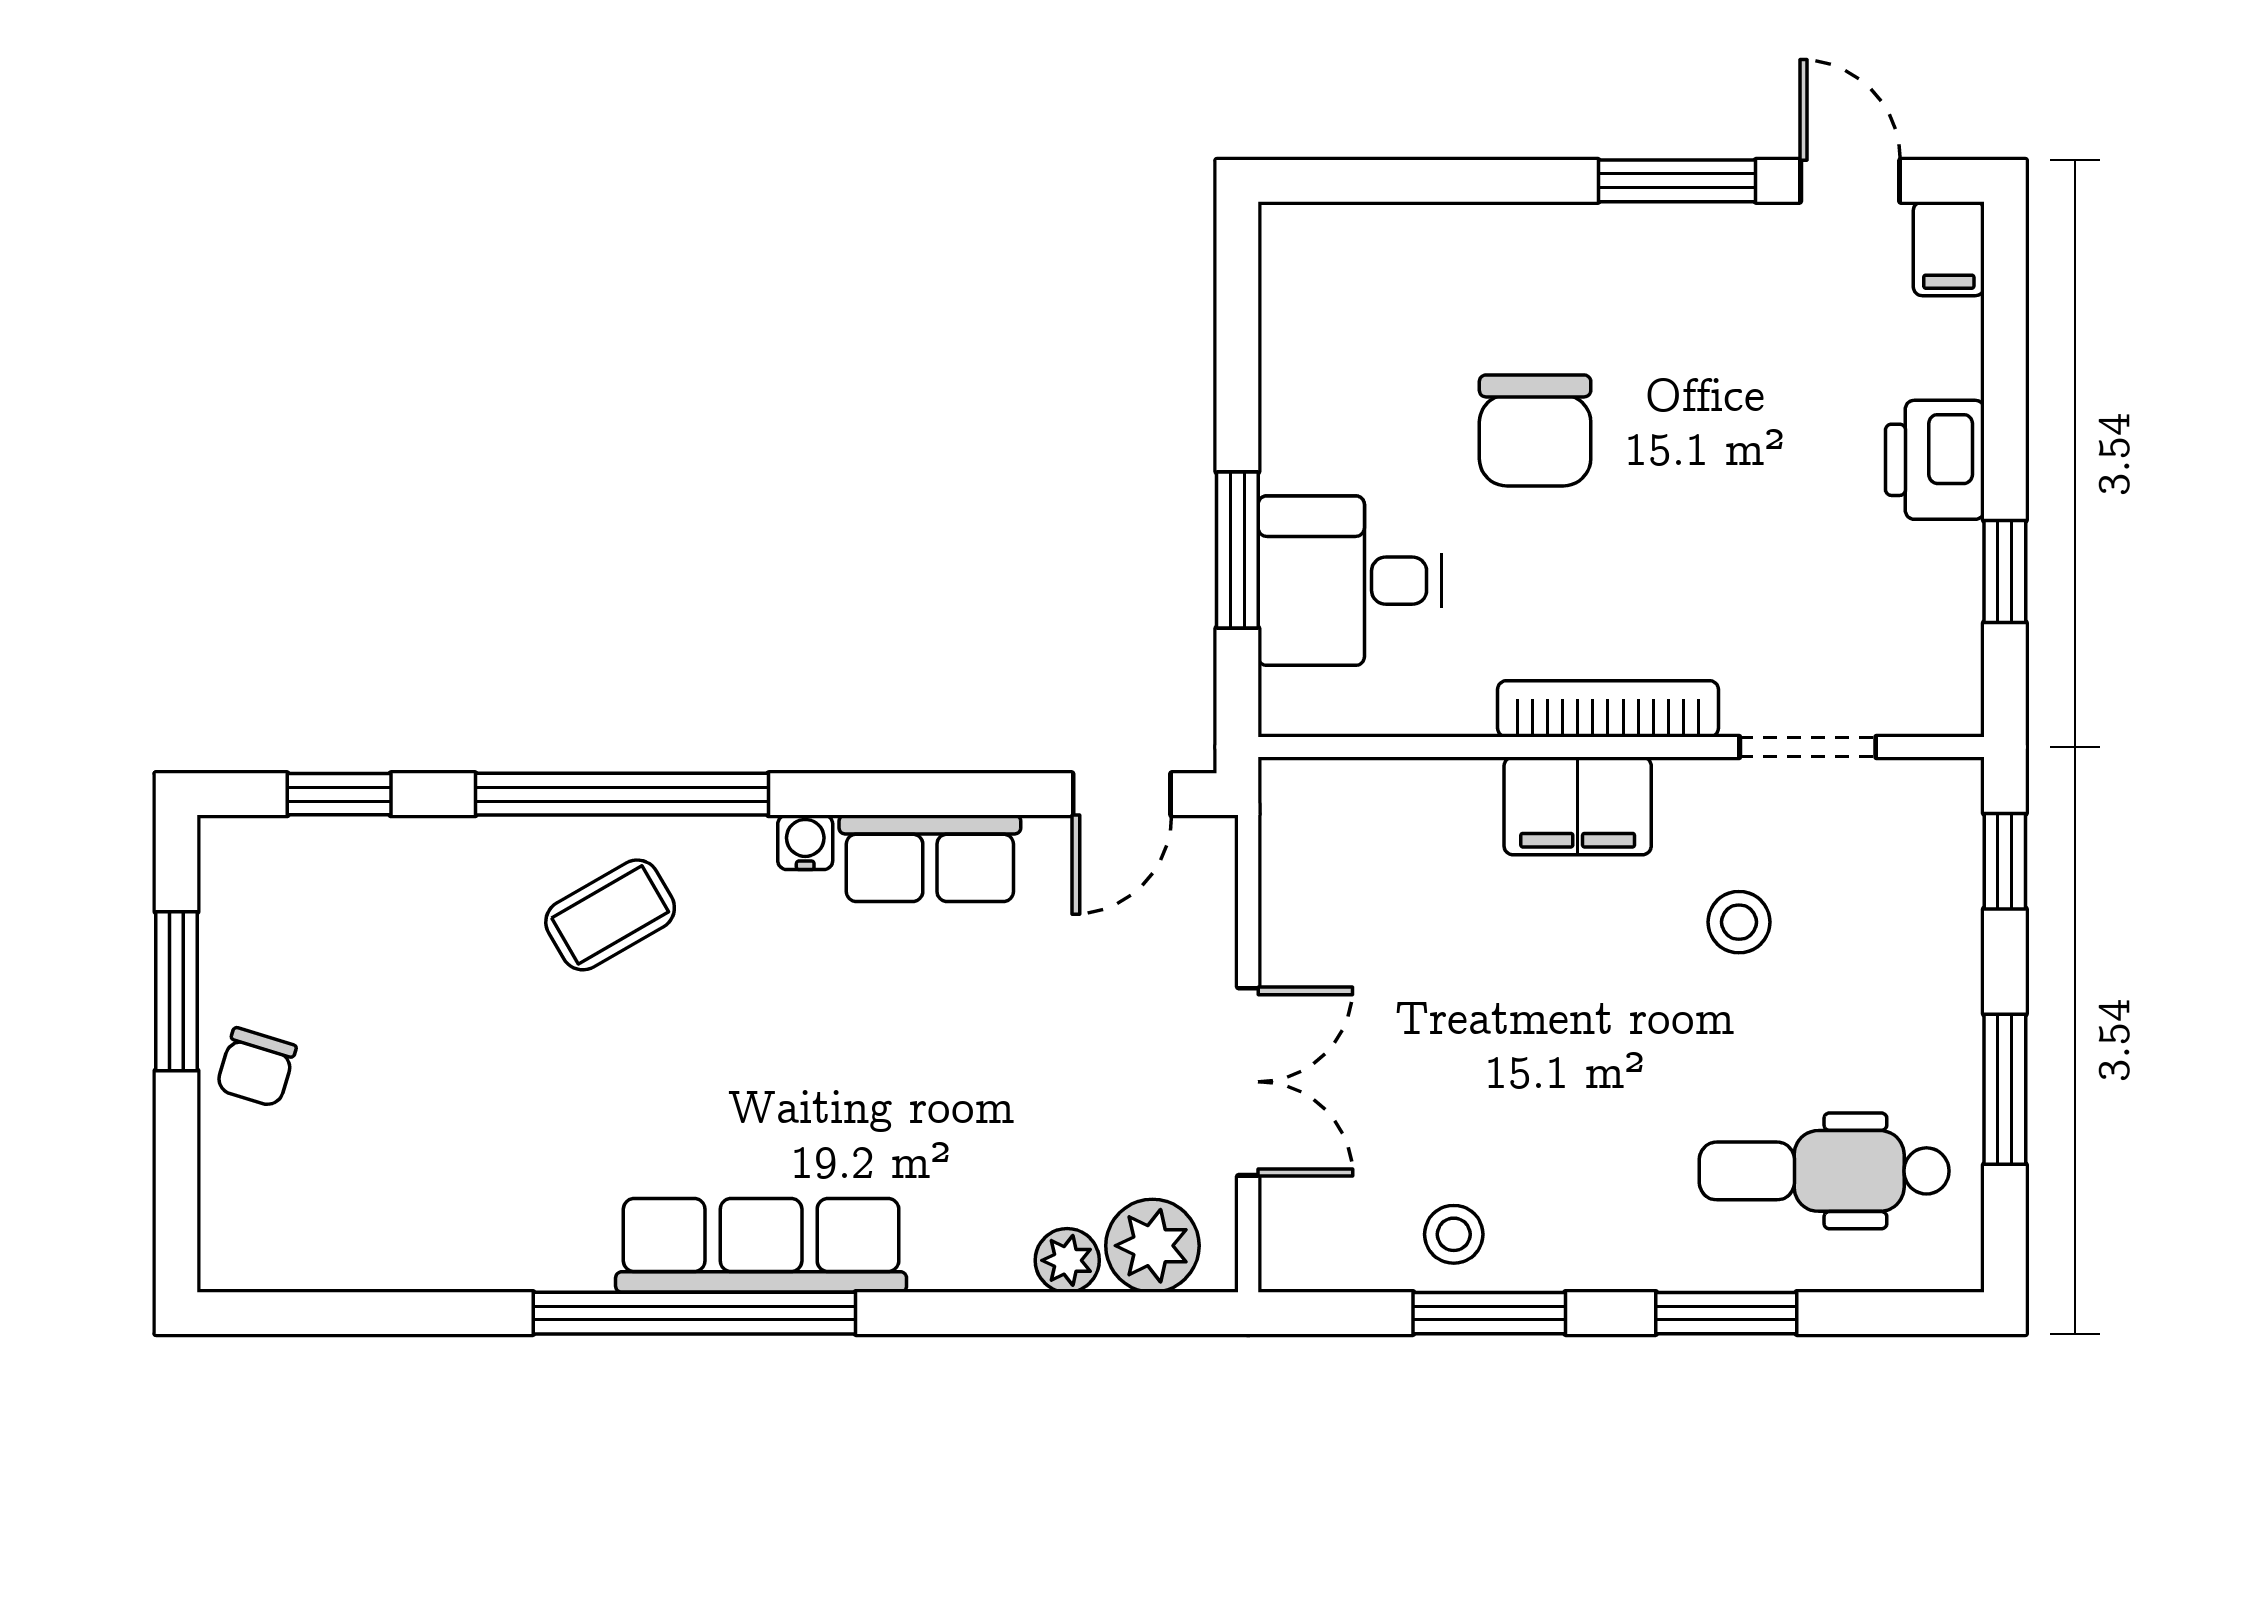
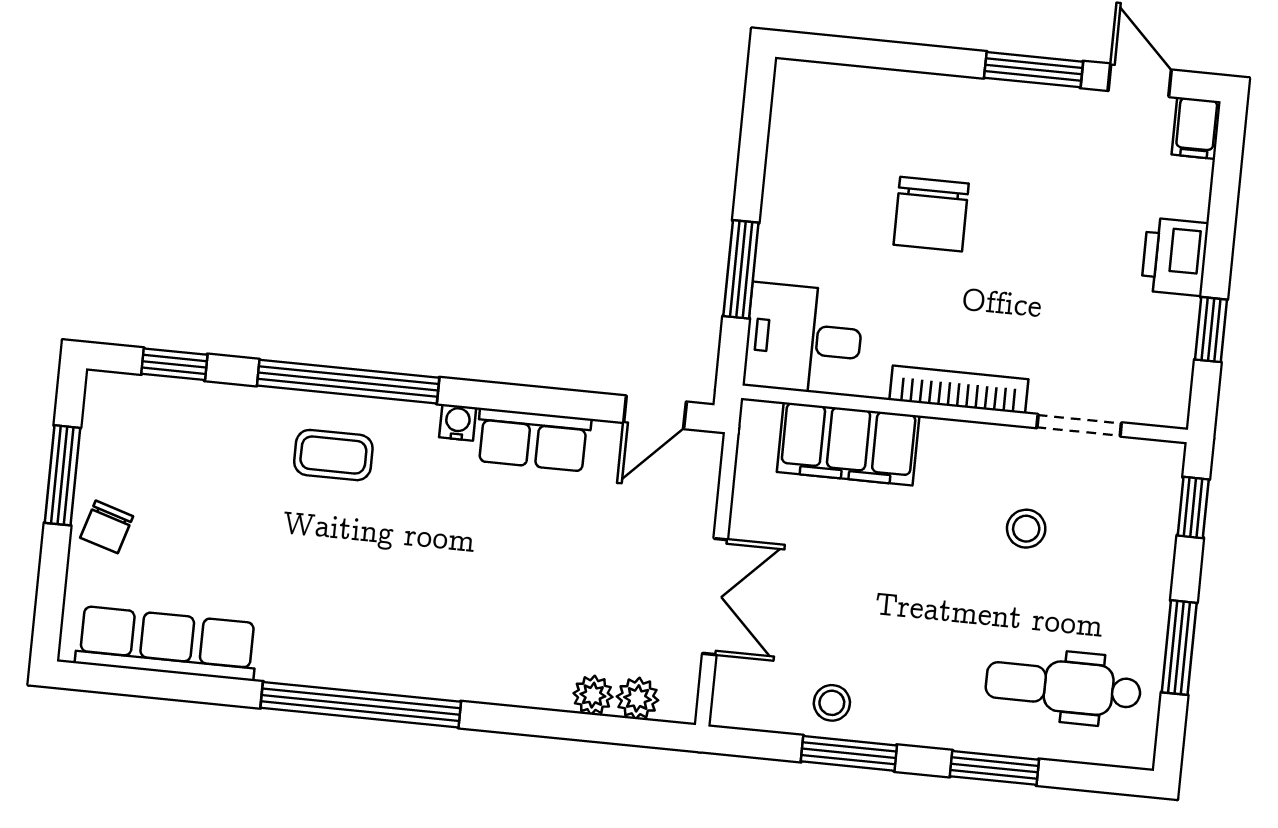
desk: (1350, 581) -> (804, 339), moved
filing cabinet: (1578, 806) -> (848, 444), moved, width x1.50, depth x1.17
coffee table: (610, 915) -> (333, 455), turned 30
row of seats: (761, 1245) -> (167, 643), moved
plant: (1152, 1246) -> (638, 698), width x0.73, depth x0.73

